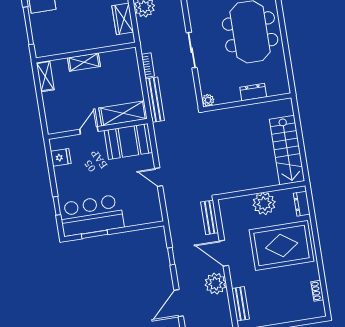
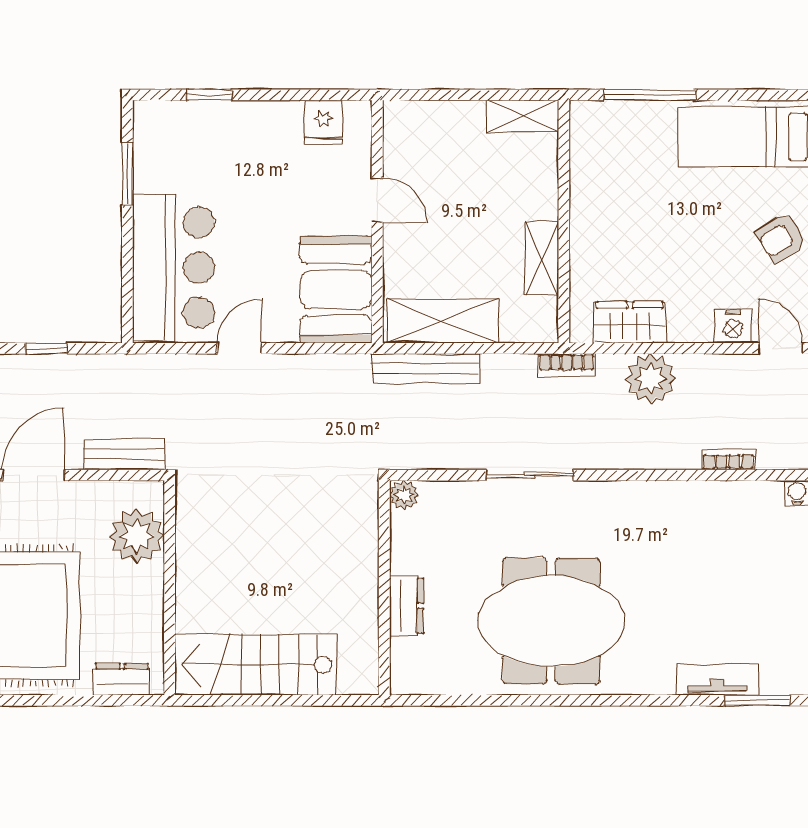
shelving: (84, 62) -> (542, 259), moved
bookcase: (148, 65) -> (567, 365), moved
shelving: (123, 113) -> (443, 321), moved, turned 90
plant: (264, 204) -> (137, 536), moved
bar counter: (91, 215) -> (174, 268), moved

